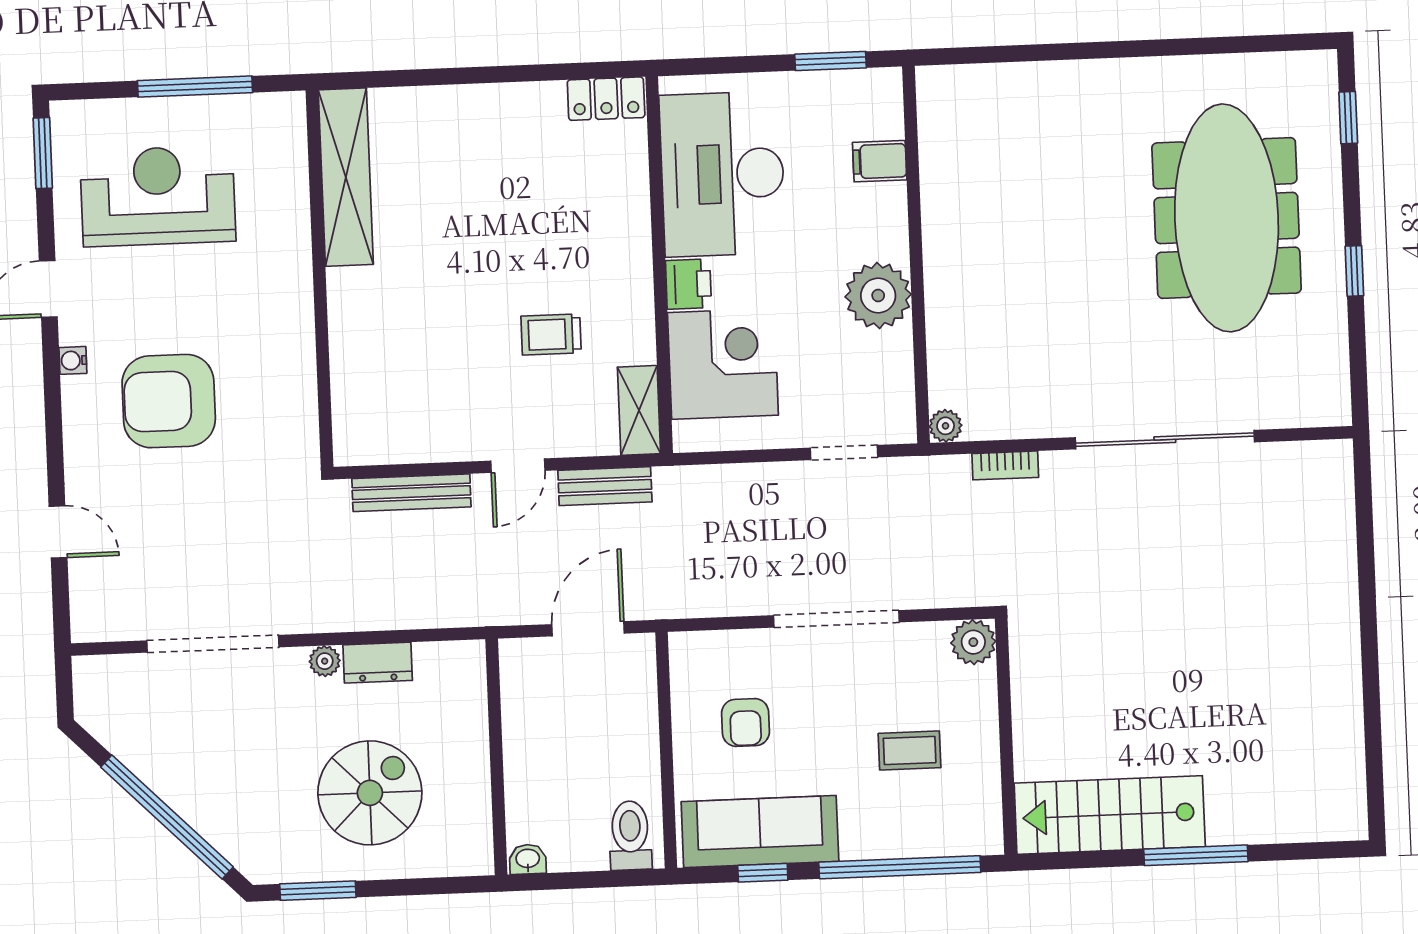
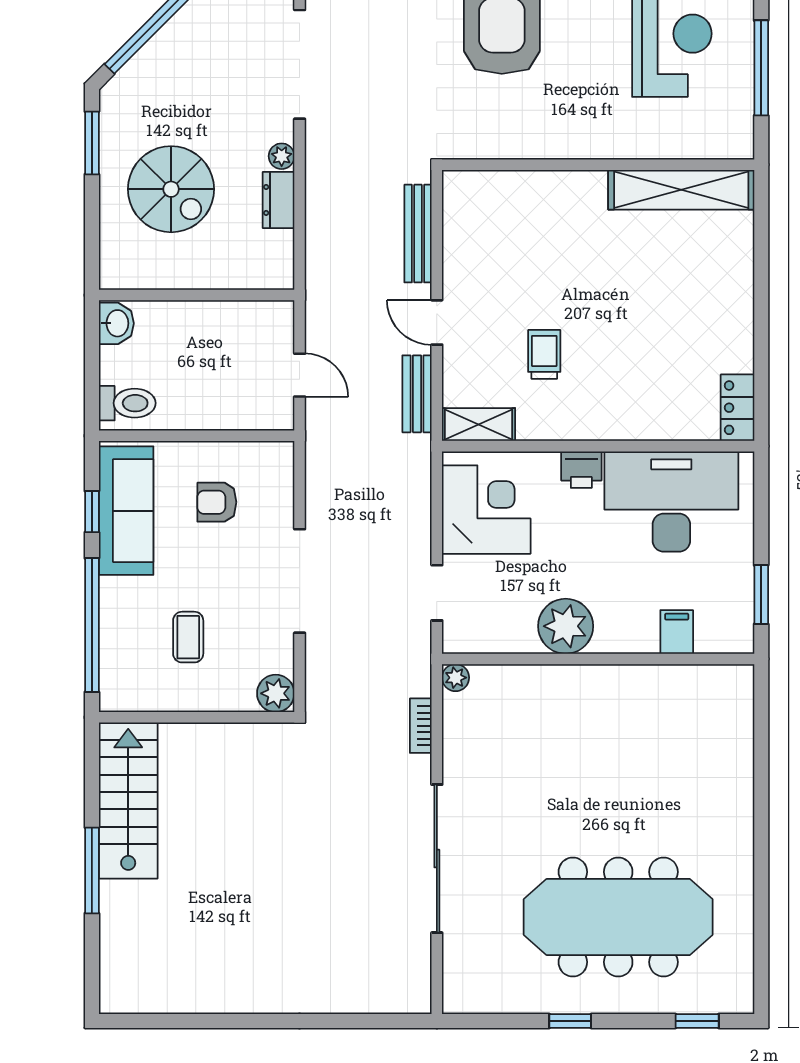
corner desk: (723, 364) -> (486, 510), moved, turned -90
door: (588, 629) -> (300, 375), width x0.73
washbasin: (528, 859) -> (116, 323), width x1.38, depth x1.45

